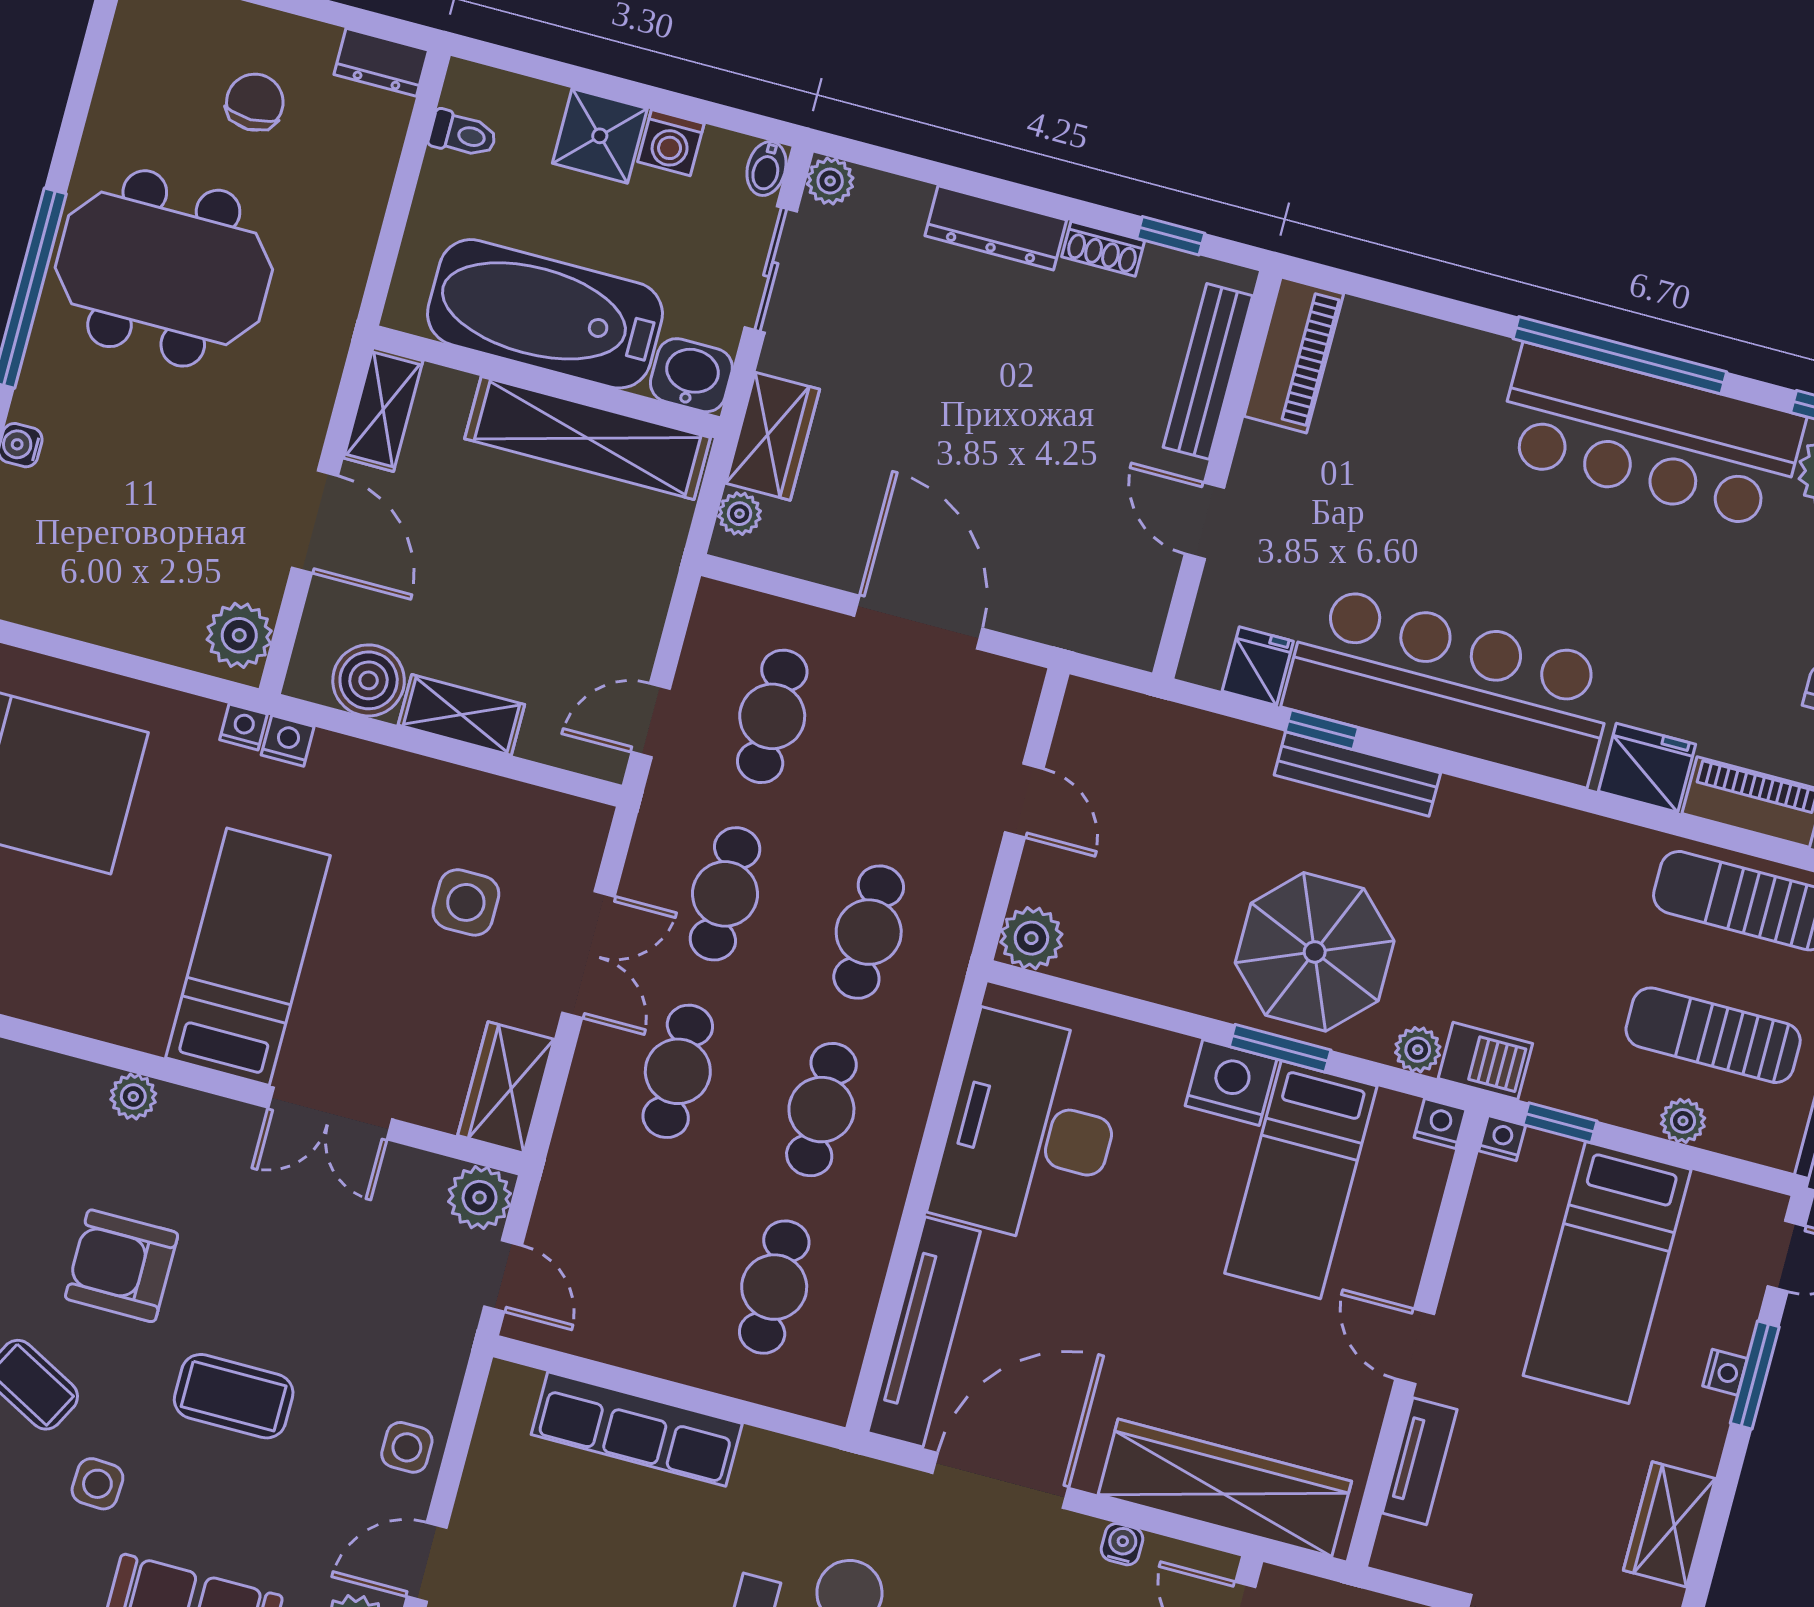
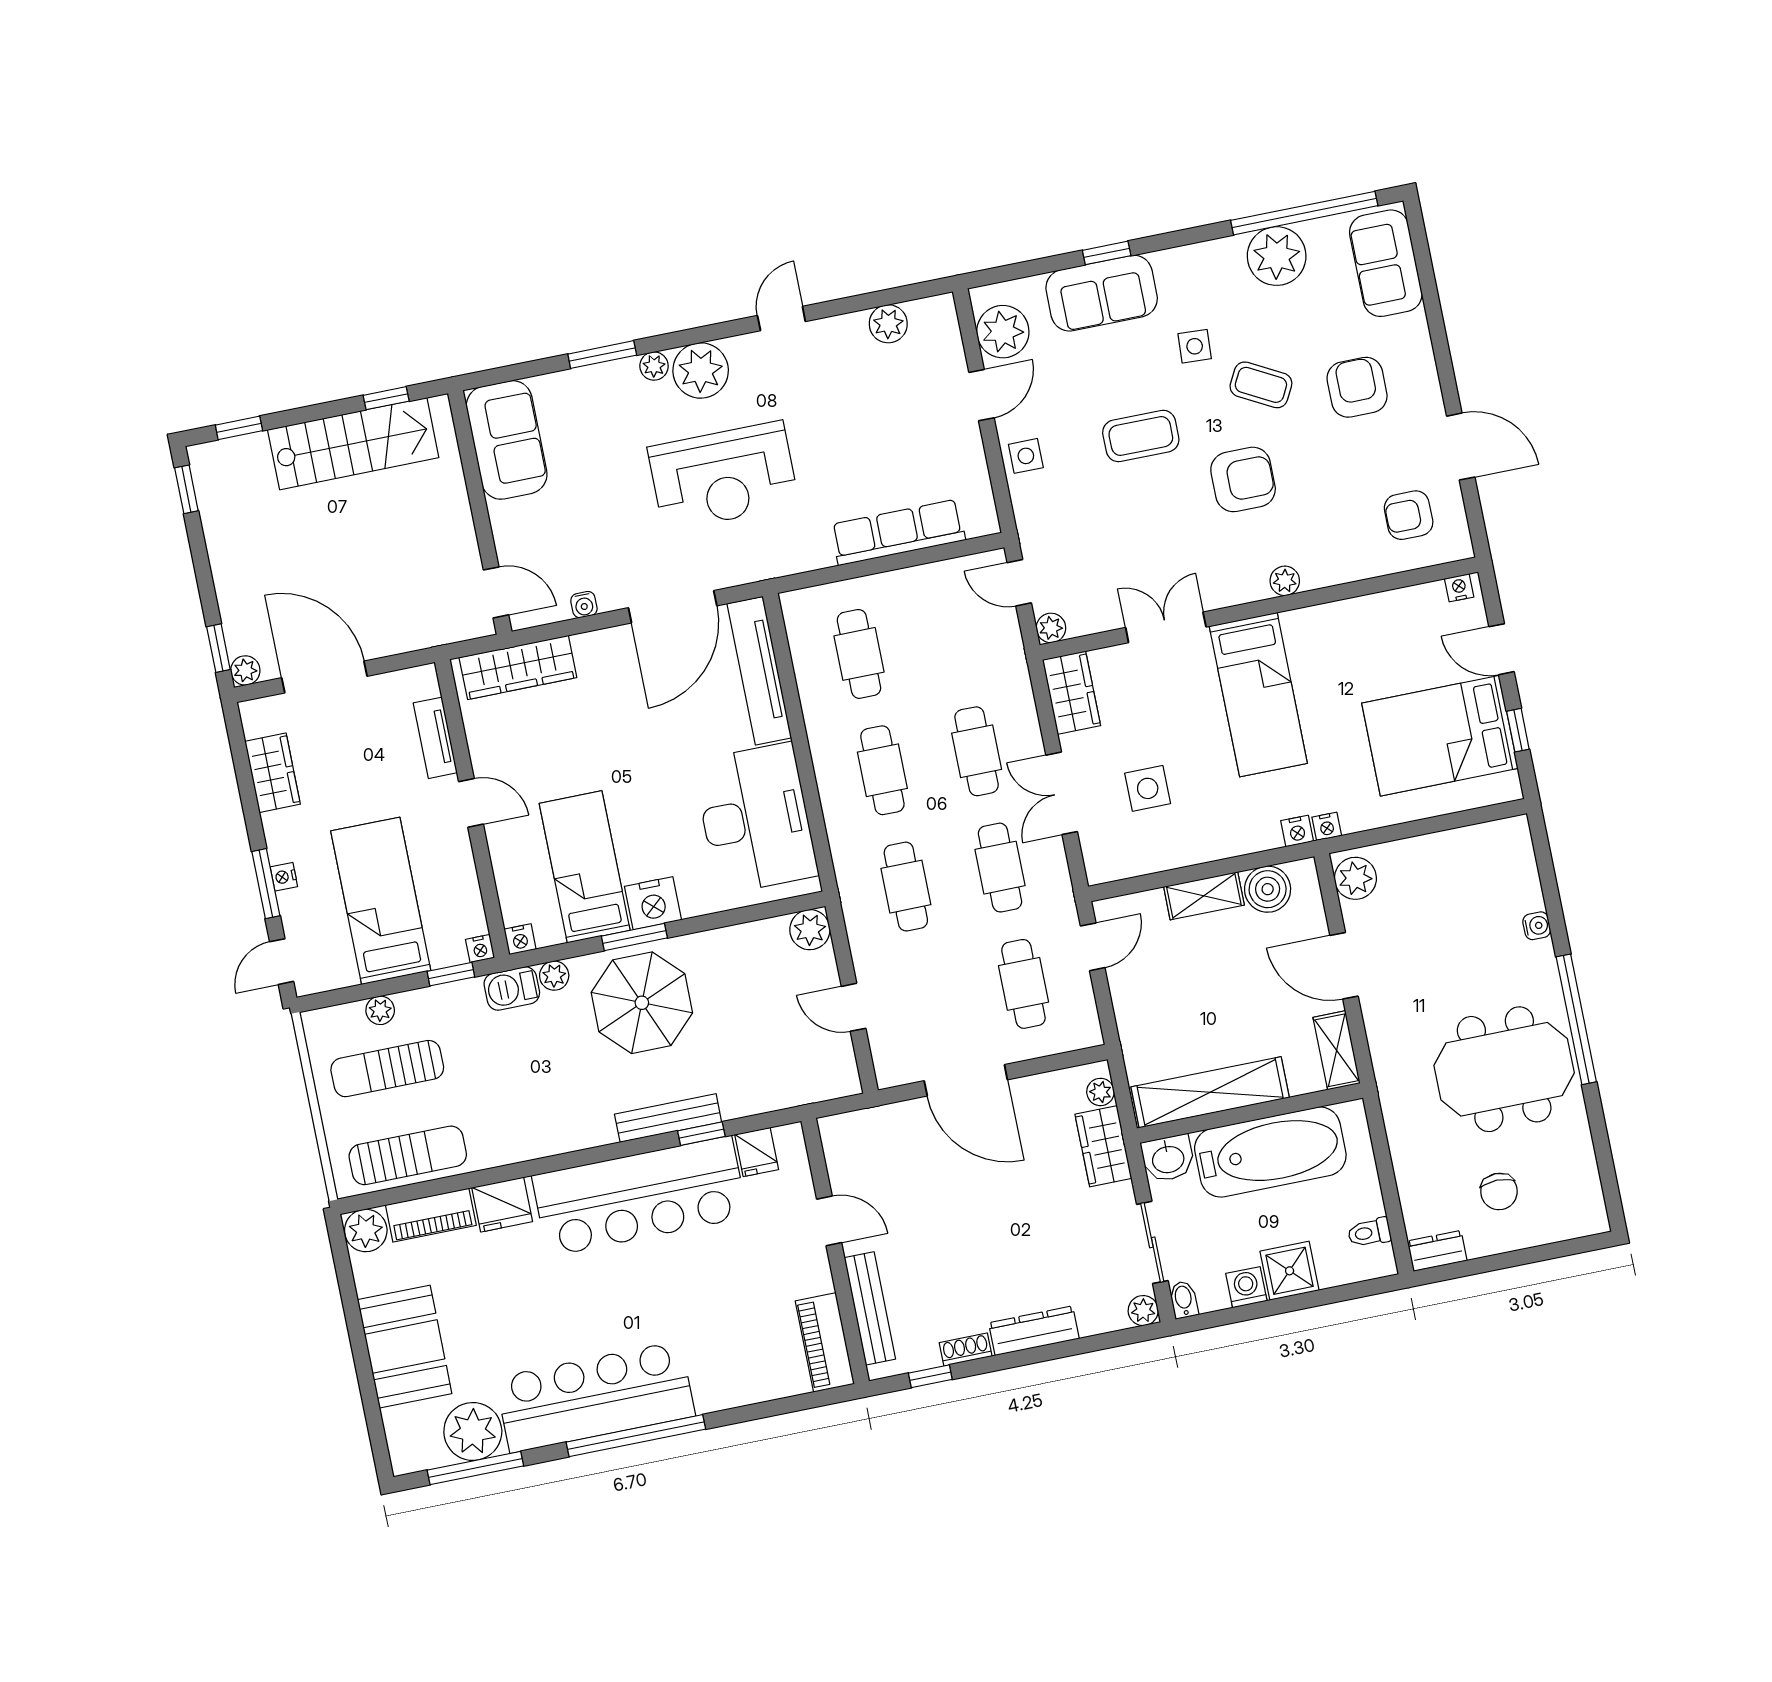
sun lounger: (1713, 1035) -> (387, 1069), turned 180
plant: (480, 1198) -> (1051, 628), width x0.73, depth x0.73
wardrobe: (1225, 1488) -> (518, 667), width x0.71, depth x0.85

